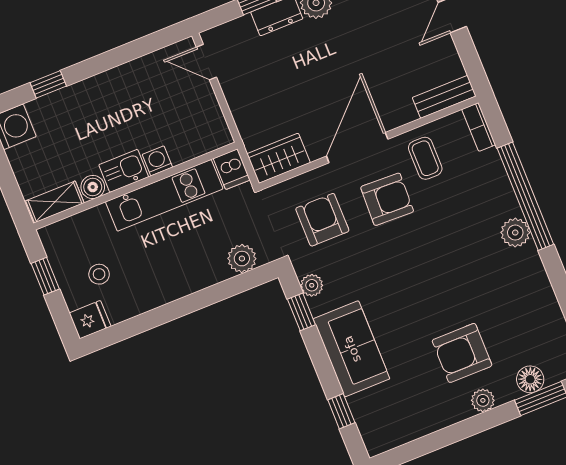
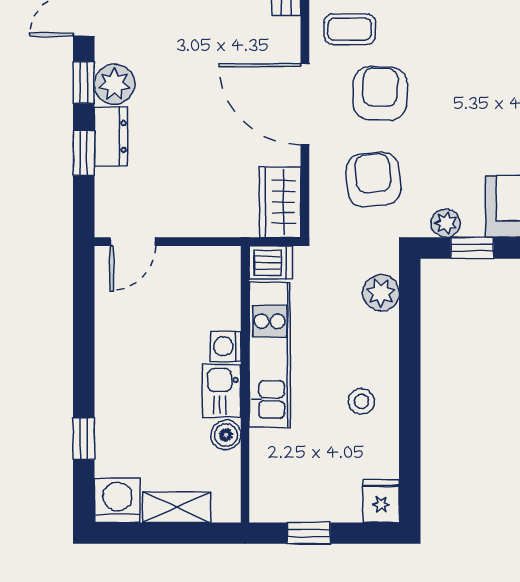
shelving: (55, 202) -> (177, 507), moved, turned 90
armchair: (322, 220) -> (373, 180), turned 85
stool: (99, 274) -> (362, 401), moved

